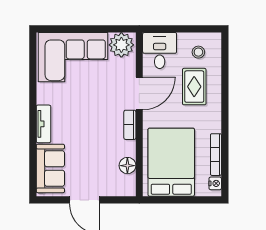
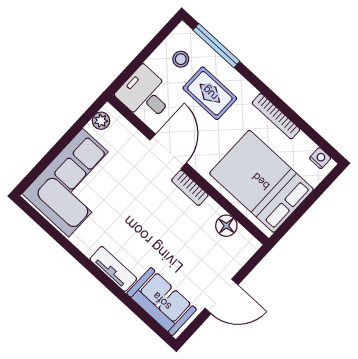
plant: (121, 45) -> (101, 121), width x0.53, depth x0.53
window: (225, 65) -> (216, 46), added
bookcase: (216, 155) -> (276, 116), moved

